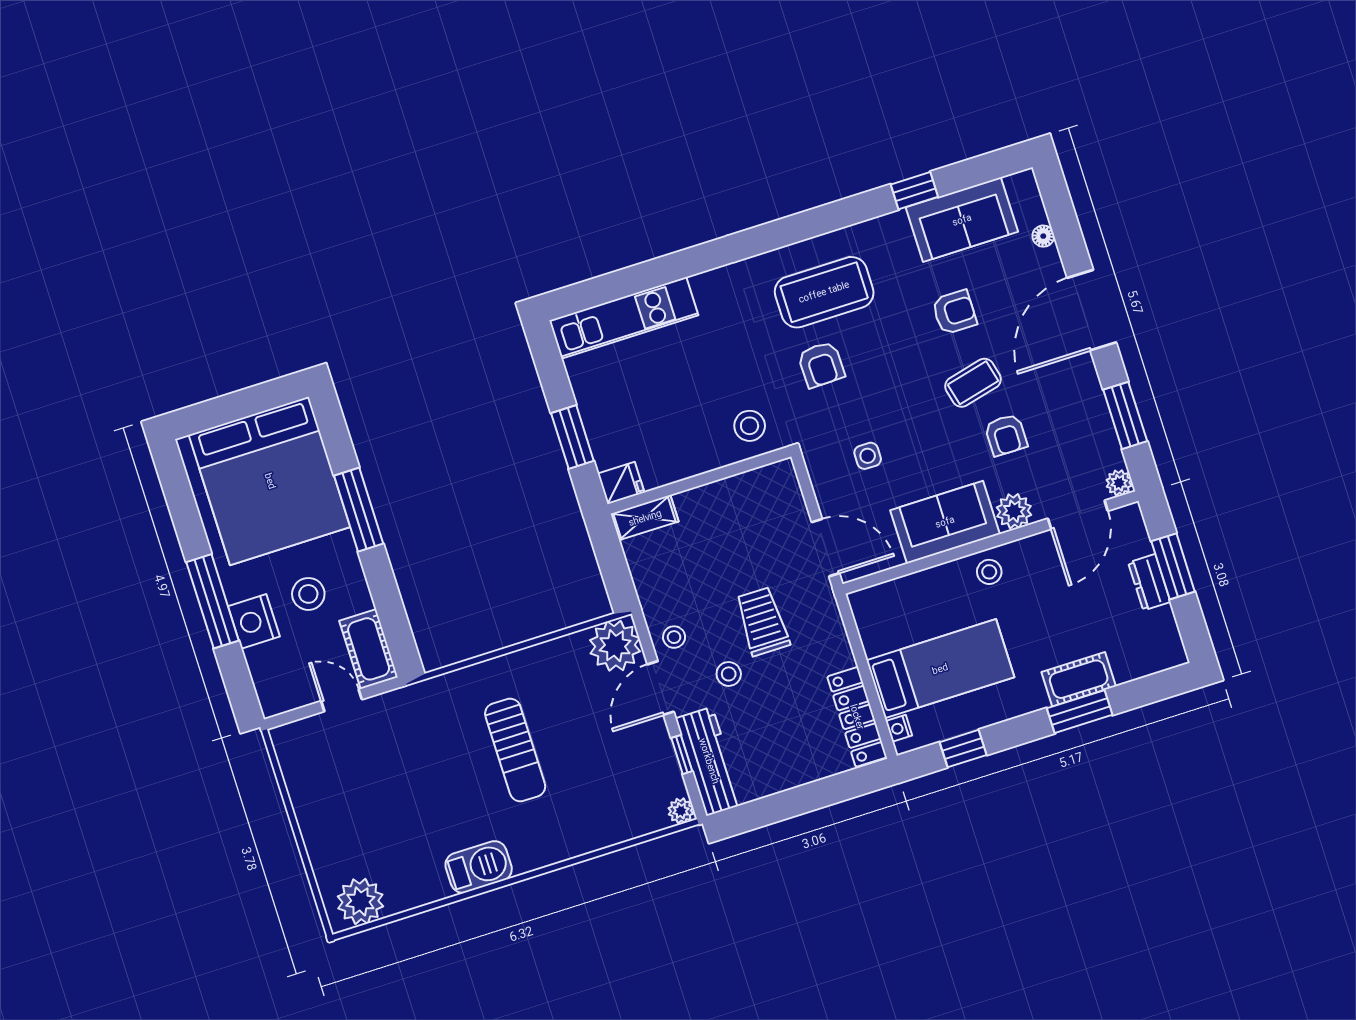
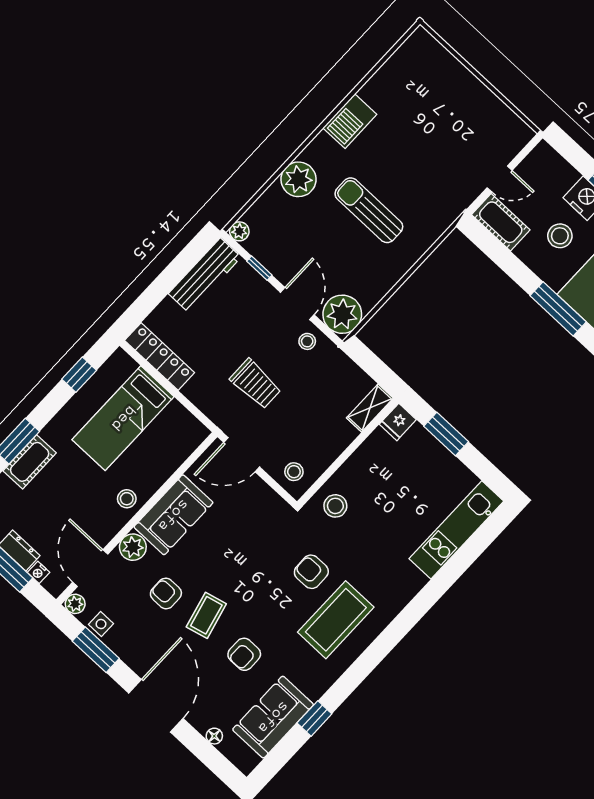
side table: (868, 456) -> (101, 624), moved
stool: (729, 674) -> (294, 472), moved
nightstand: (899, 728) -> (38, 572), moved, turned 180
workbench: (709, 761) -> (205, 275), moved, turned -90
plant: (360, 901) -> (299, 179), moved

